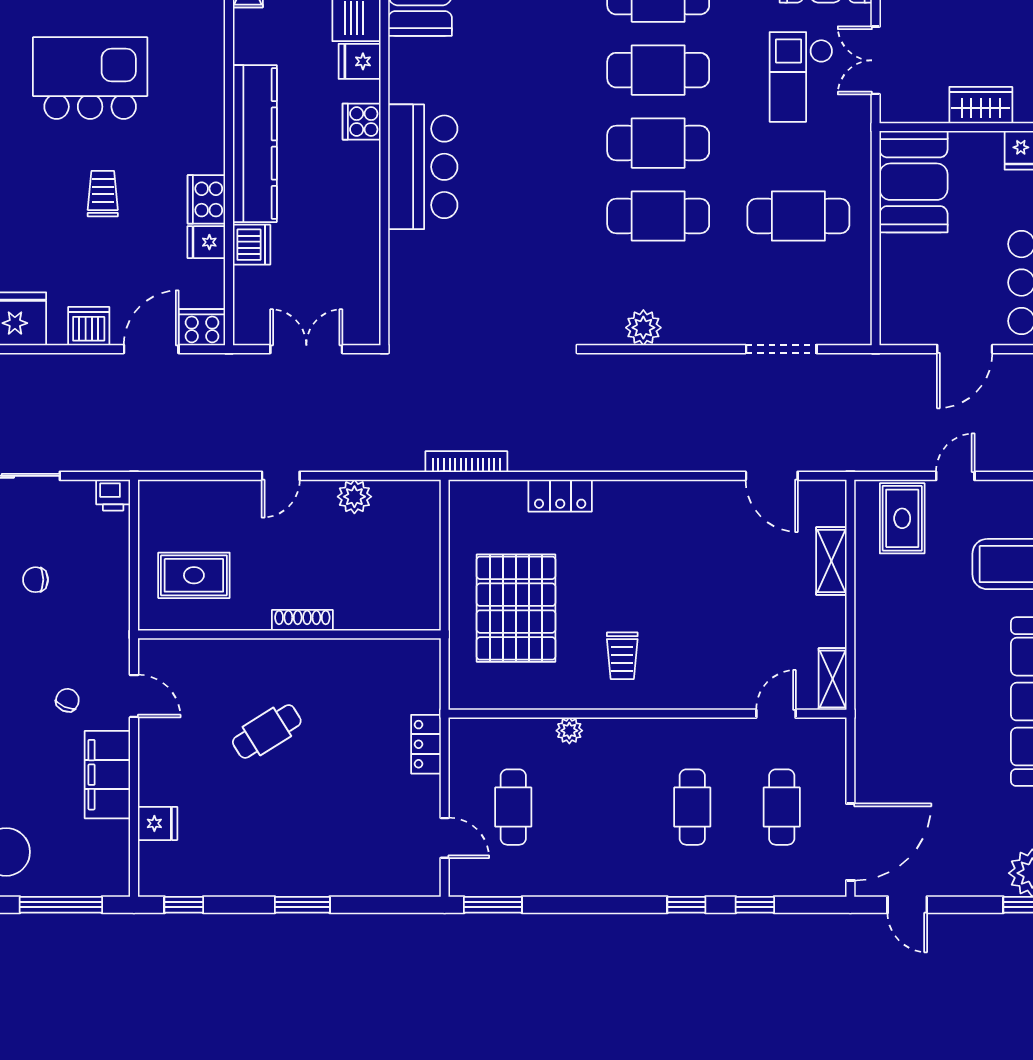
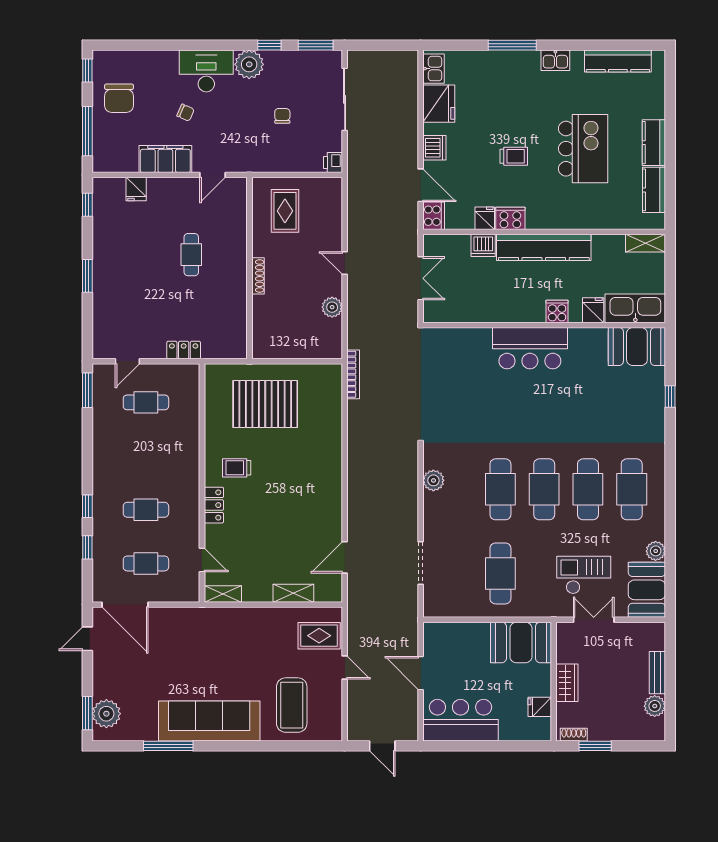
locker: (560, 496) -> (214, 505), moved, turned 180
chair: (67, 700) -> (186, 113), moved
cafe table: (267, 731) -> (191, 255), turned 32
plant: (569, 731) -> (192, 436), removed

